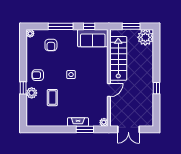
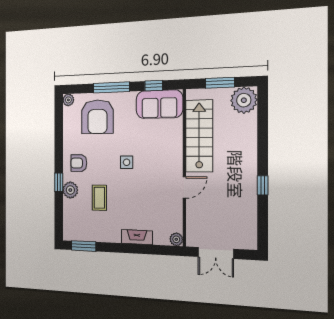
armchair: (51, 45) -> (97, 117), width x1.88, depth x1.88
window: (85, 129) -> (84, 246), moved

